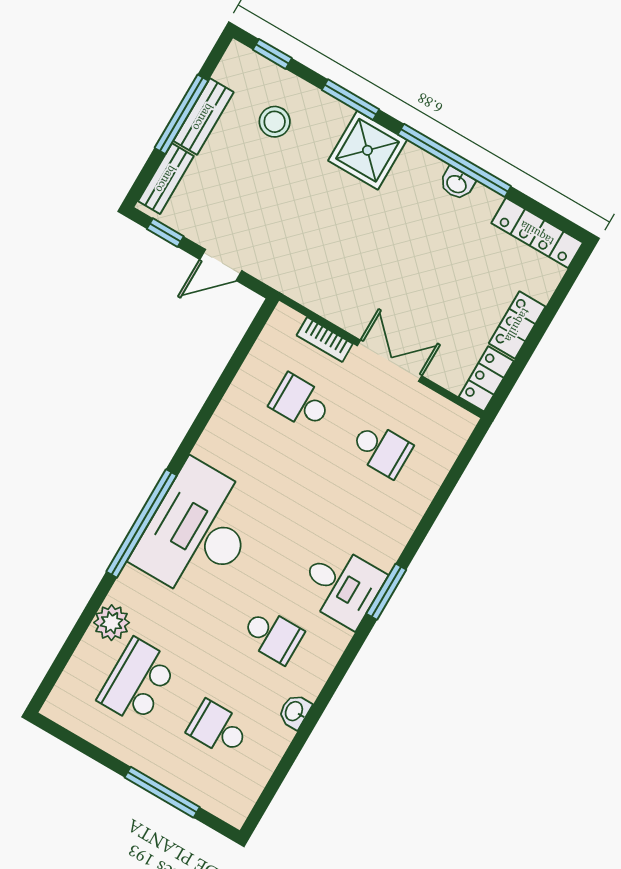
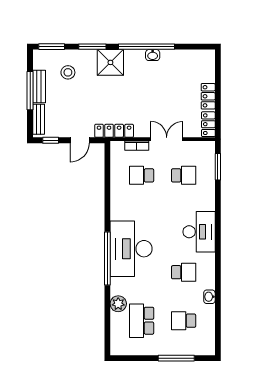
window: (272, 54) -> (52, 47), width x1.50
locker: (537, 233) -> (114, 131), moved, turned 180
desk: (341, 586) -> (199, 232), width x1.37
window: (386, 592) -> (218, 167), moved

